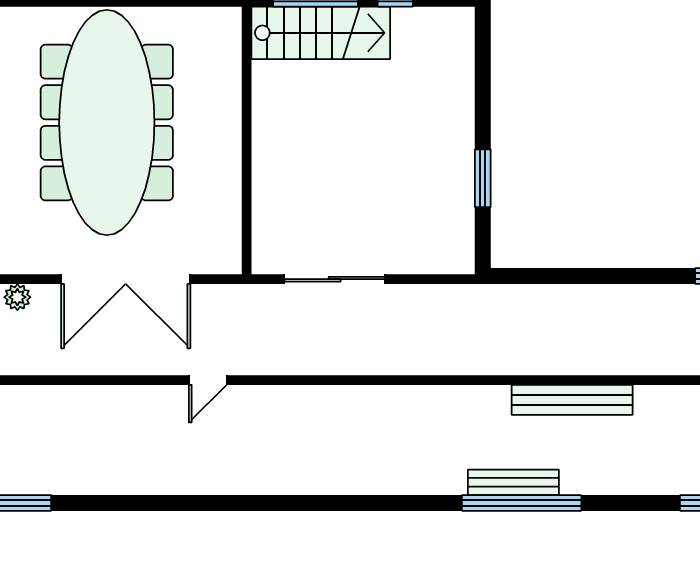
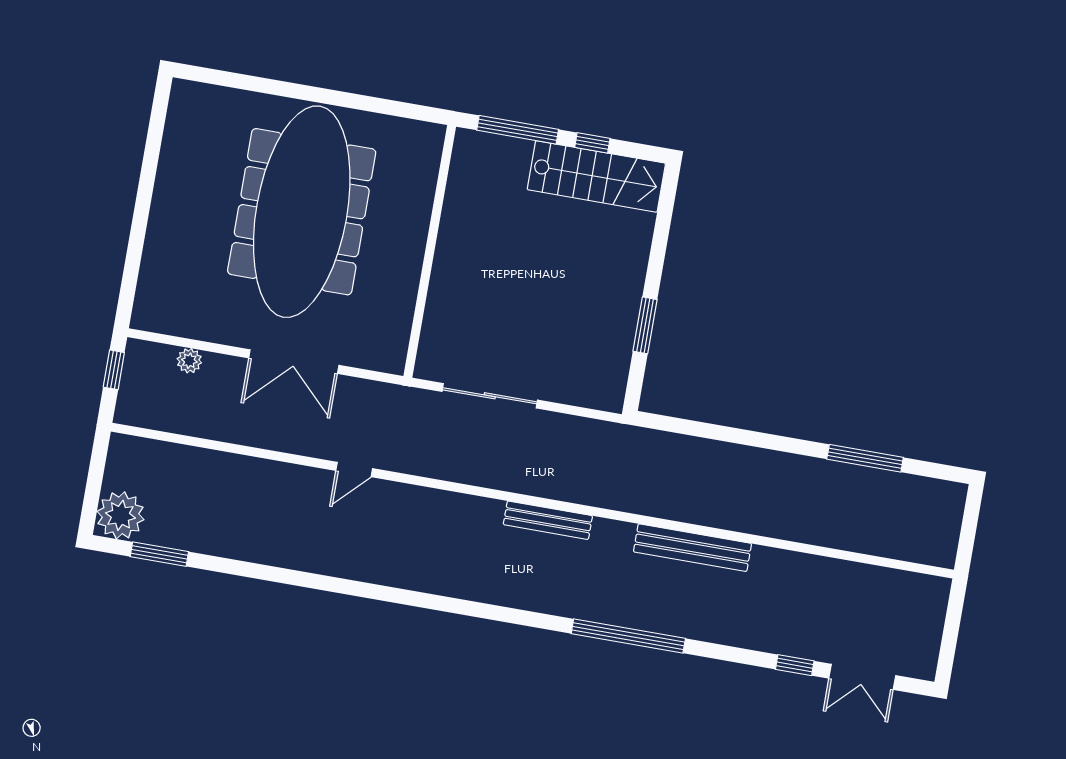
stairs: (321, 33) -> (596, 176), moved
double door: (126, 279) -> (294, 362), width x0.73
bench: (513, 482) -> (548, 520), moved

